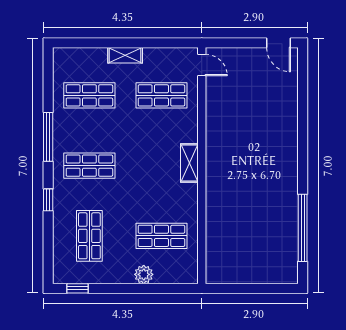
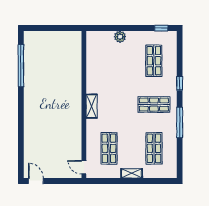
shop shelf: (89, 95) -> (154, 148), turned 90
shop shelf: (161, 95) -> (109, 148), turned 90
shop shelf: (161, 236) -> (109, 61), removed

